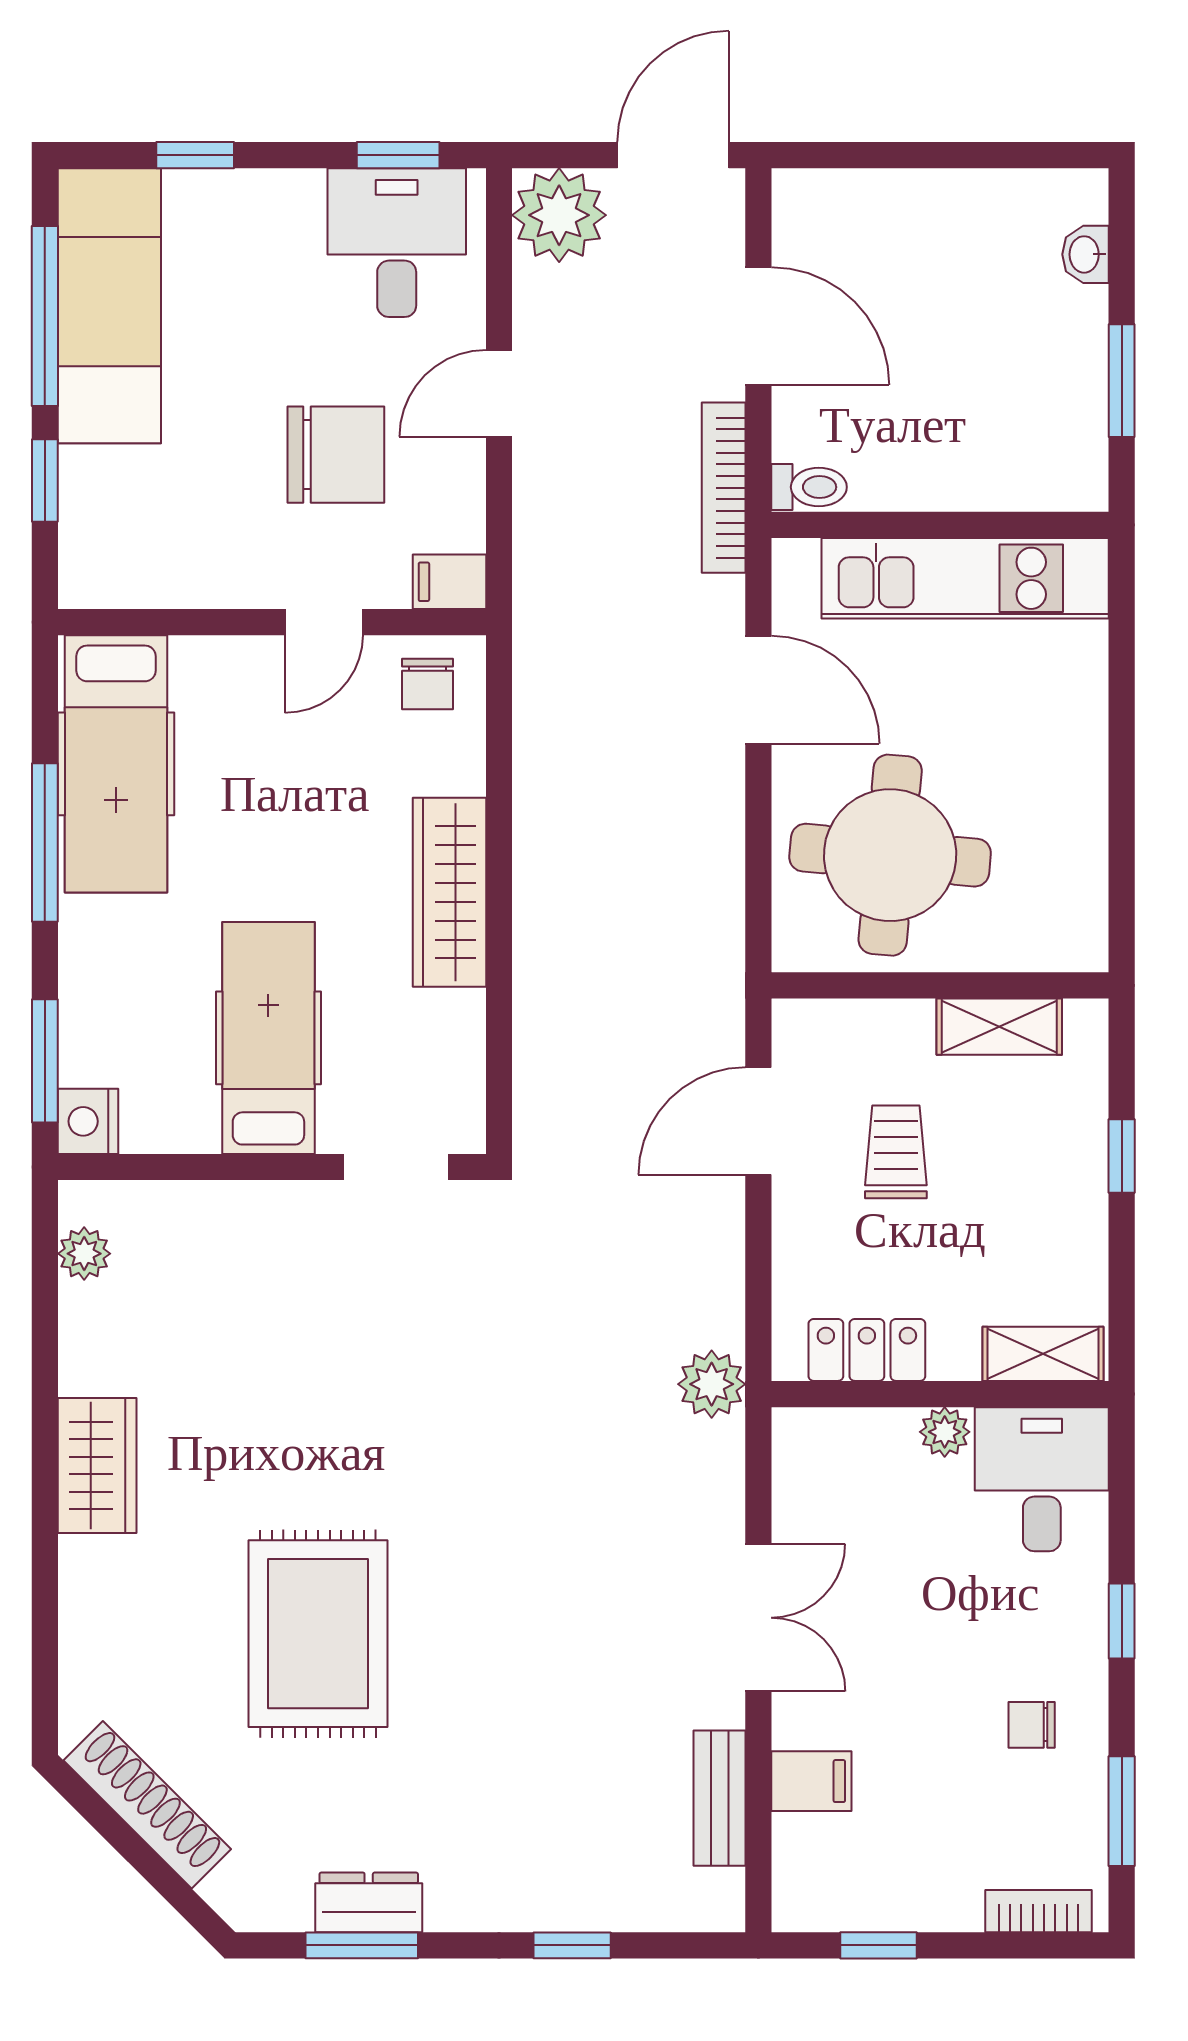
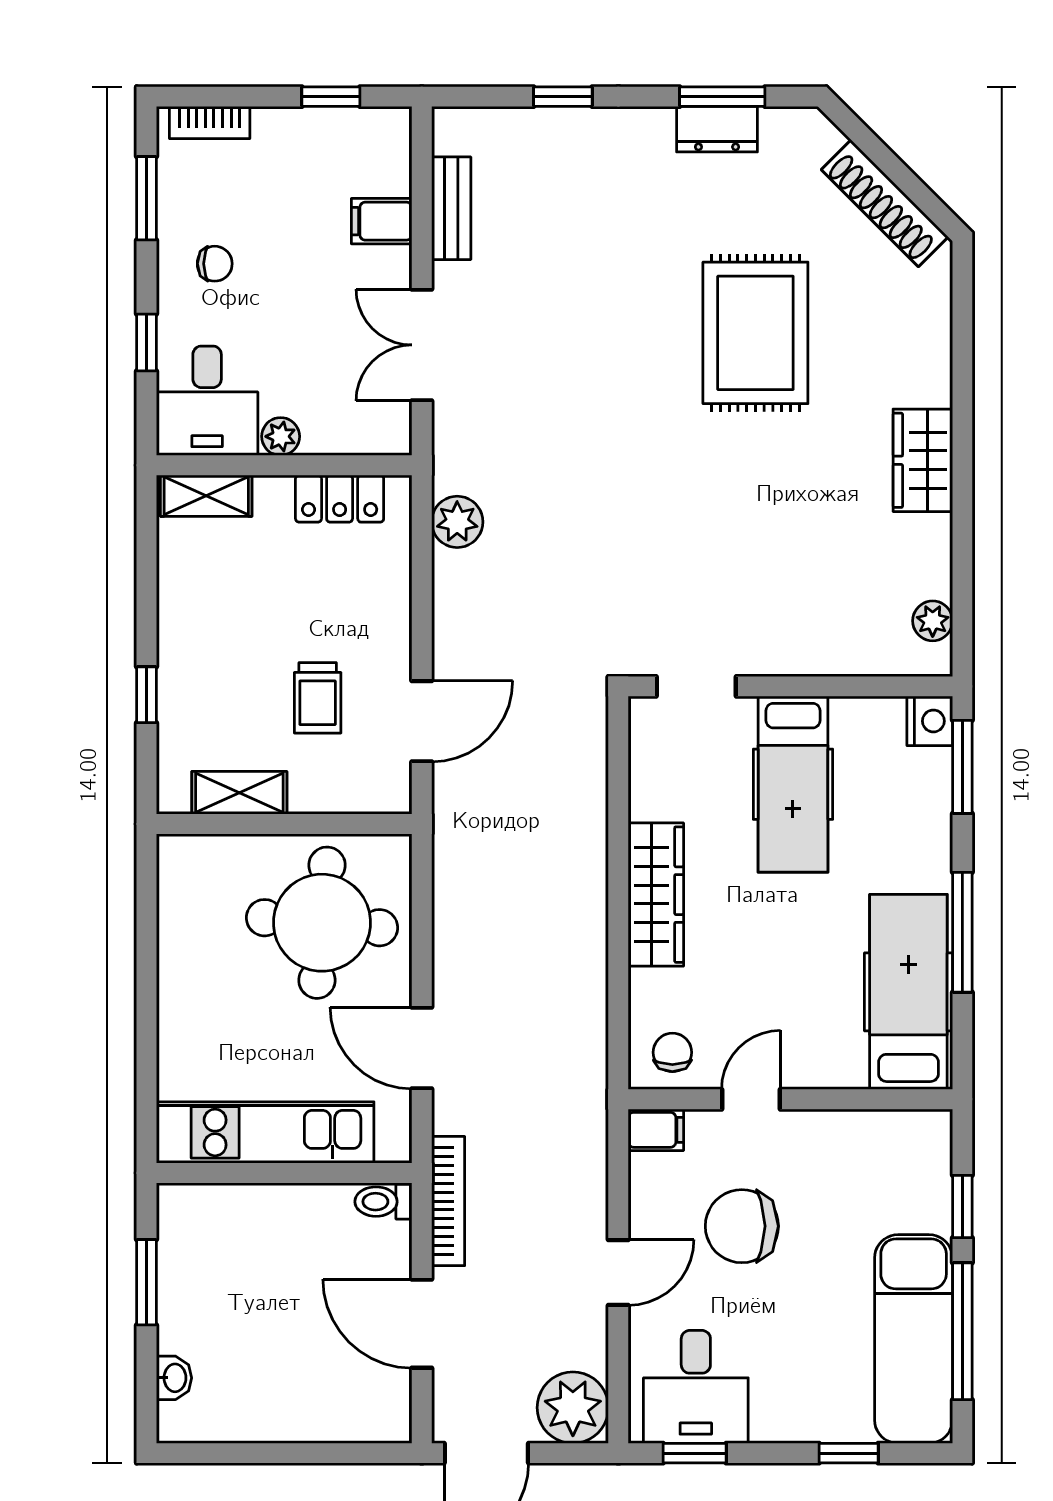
locker: (867, 1350) -> (340, 499), moved
shelving: (1043, 1354) -> (206, 496), moved
wall: (940, 1394) -> (284, 465), moved
plant: (945, 1432) -> (281, 436), moved
desk: (1042, 1479) -> (207, 401), moved

